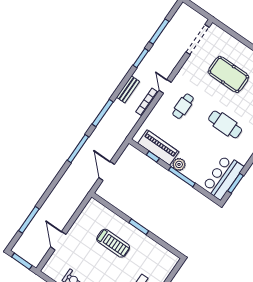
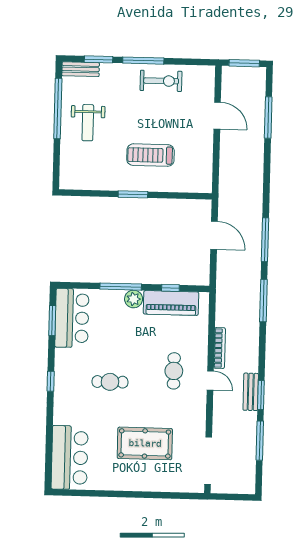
bench: (128, 89) -> (251, 392), moved
cafe table: (225, 124) -> (110, 382), width x0.73, depth x0.74

